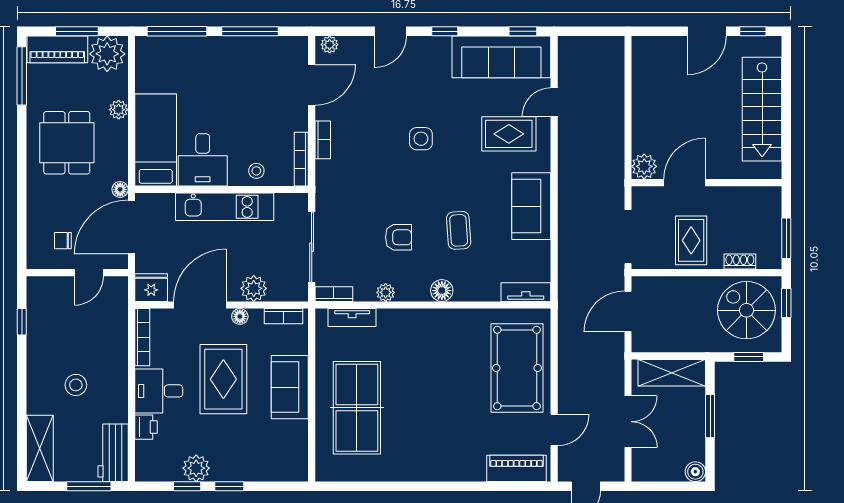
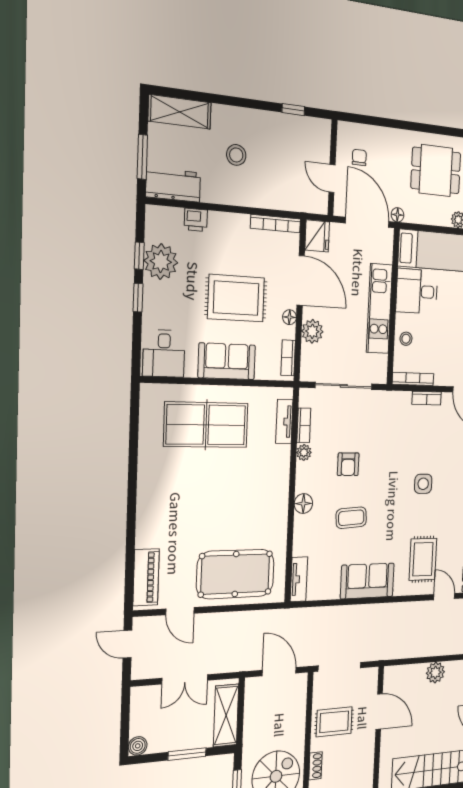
plant: (644, 166) -> (435, 673), moved
bookcase: (334, 294) -> (304, 425), moved
desk: (159, 391) -> (164, 353), moved, turned 180
plant: (196, 468) -> (161, 262), width x1.36, depth x1.36

